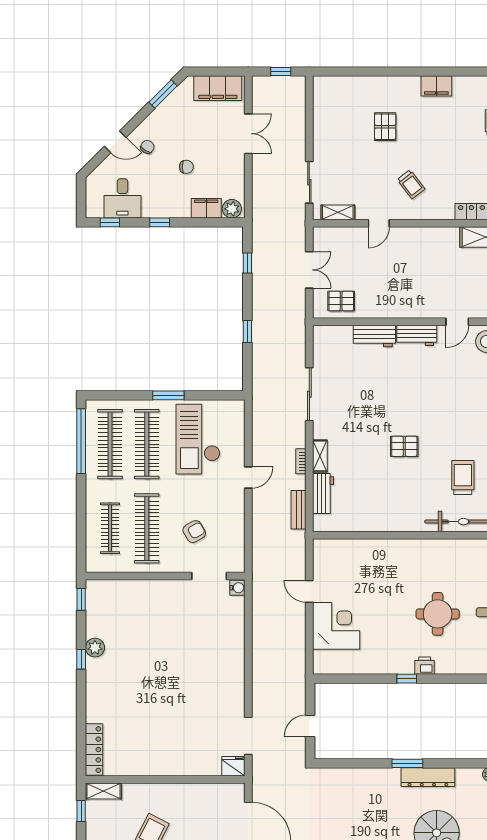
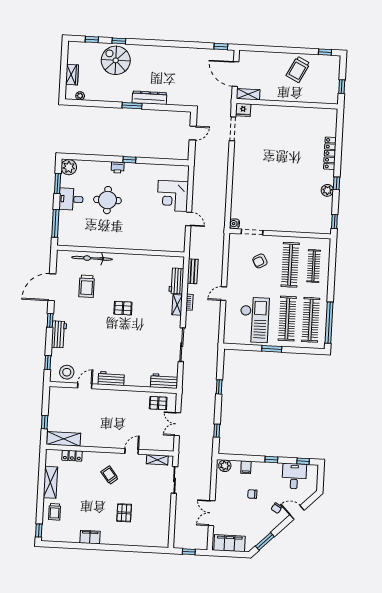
filing cabinet: (206, 208) -> (246, 467), width x0.50
workbench: (374, 336) -> (164, 381), moved
locker: (94, 750) -> (330, 153), moved
dresser: (428, 777) -> (149, 98), moved
shelving: (103, 791) -> (248, 94), moved

